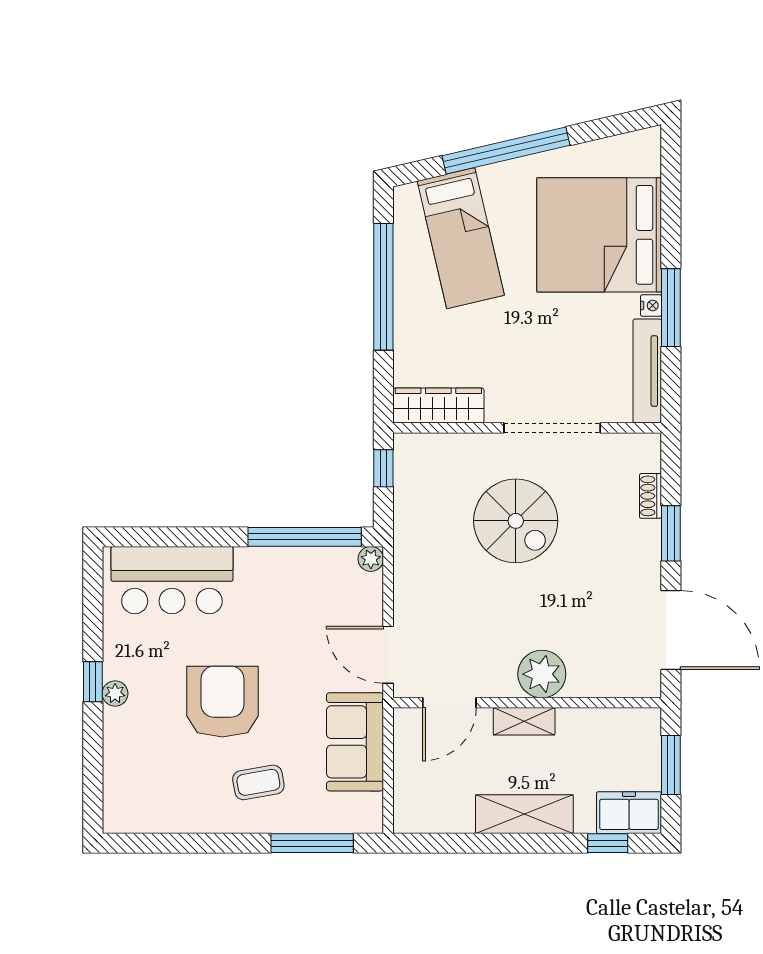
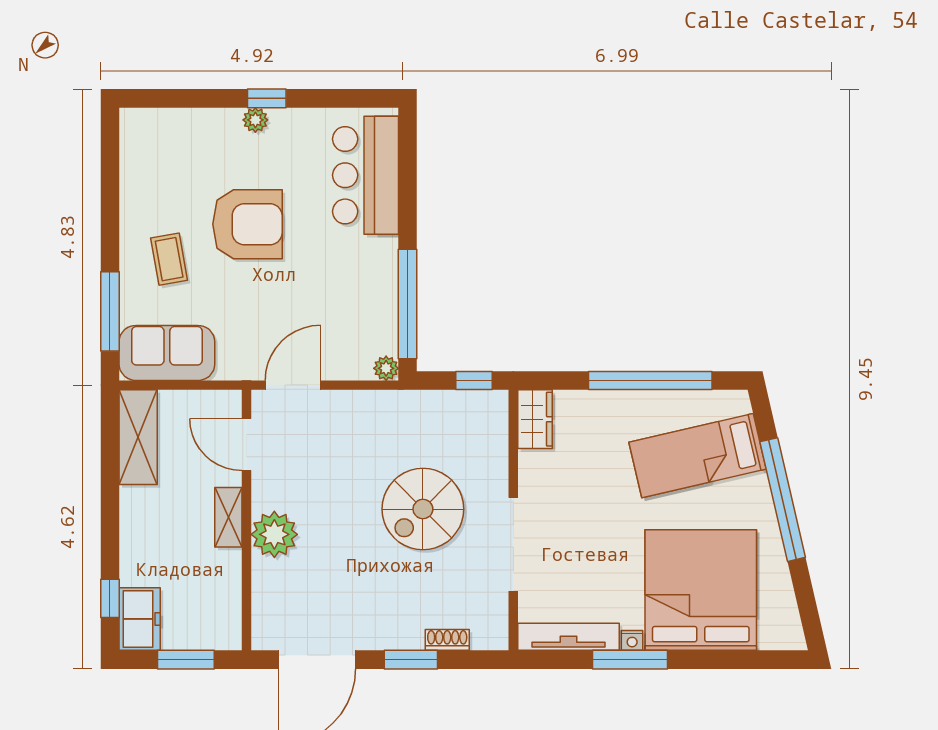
wardrobe: (438, 406) -> (535, 419), width x0.67
sofa: (355, 742) -> (167, 353), moved
shelving: (524, 814) -> (138, 437), moved

